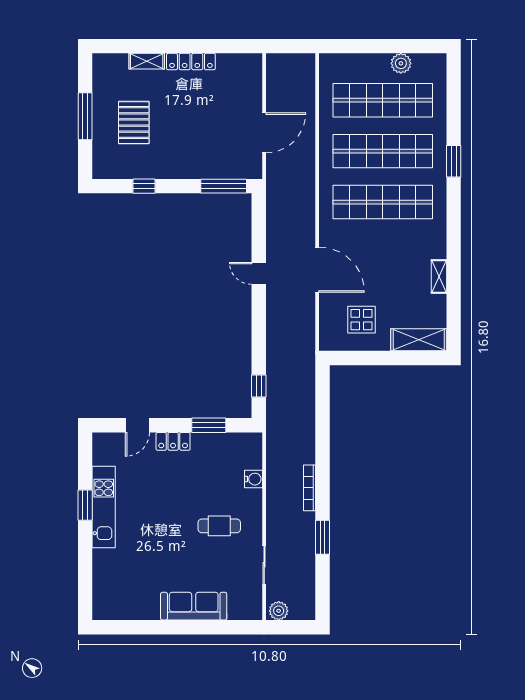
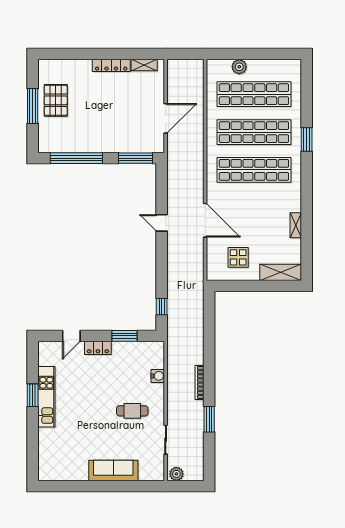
shelving: (147, 61) -> (144, 65), moved
plant: (401, 63) -> (239, 67), moved
pallet: (134, 123) -> (56, 100), moved
window: (144, 186) -> (76, 158), width x3.17

